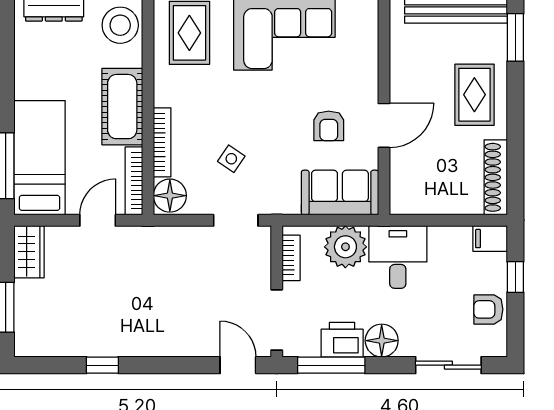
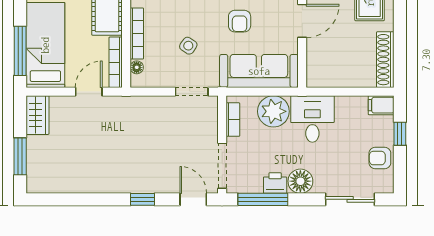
armchair: (329, 126) -> (240, 21), moved
sofa: (340, 193) -> (259, 71), width x1.36
floor lamp: (170, 196) -> (137, 67), width x0.53, depth x0.53
printer: (342, 340) -> (275, 183), width x0.73, depth x0.81
window: (102, 365) -> (142, 199), moved

